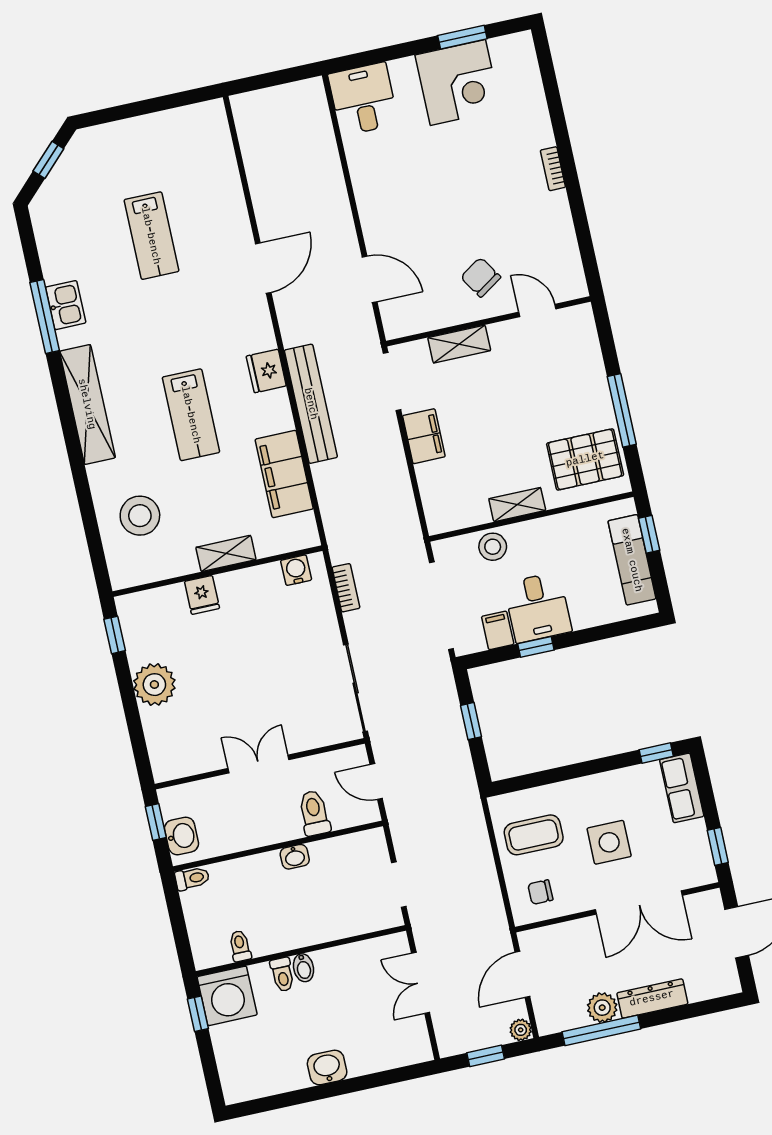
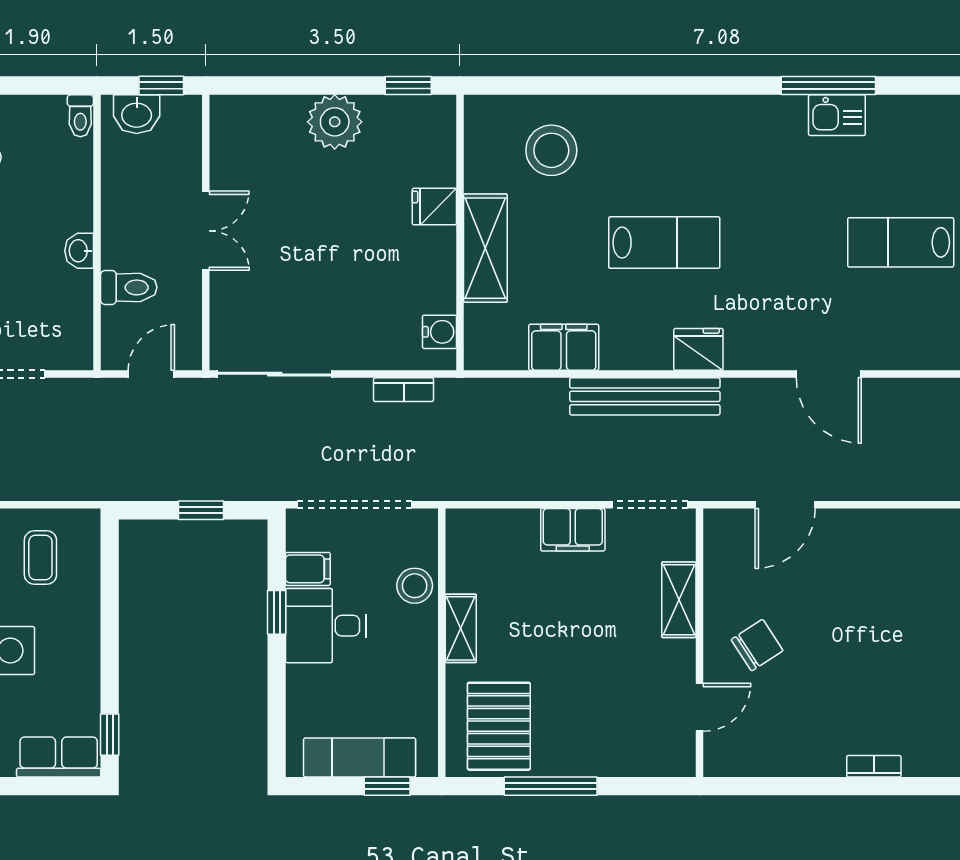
shelving: (87, 404) -> (706, 115), removed
lab bench: (191, 415) -> (664, 243), turned 180
filing cabinet: (284, 474) -> (564, 347), width x0.67, depth x0.86
shelving: (226, 553) -> (485, 248), width x1.50, depth x1.33
coffee table: (534, 835) -> (40, 558), width x0.73, depth x0.77

